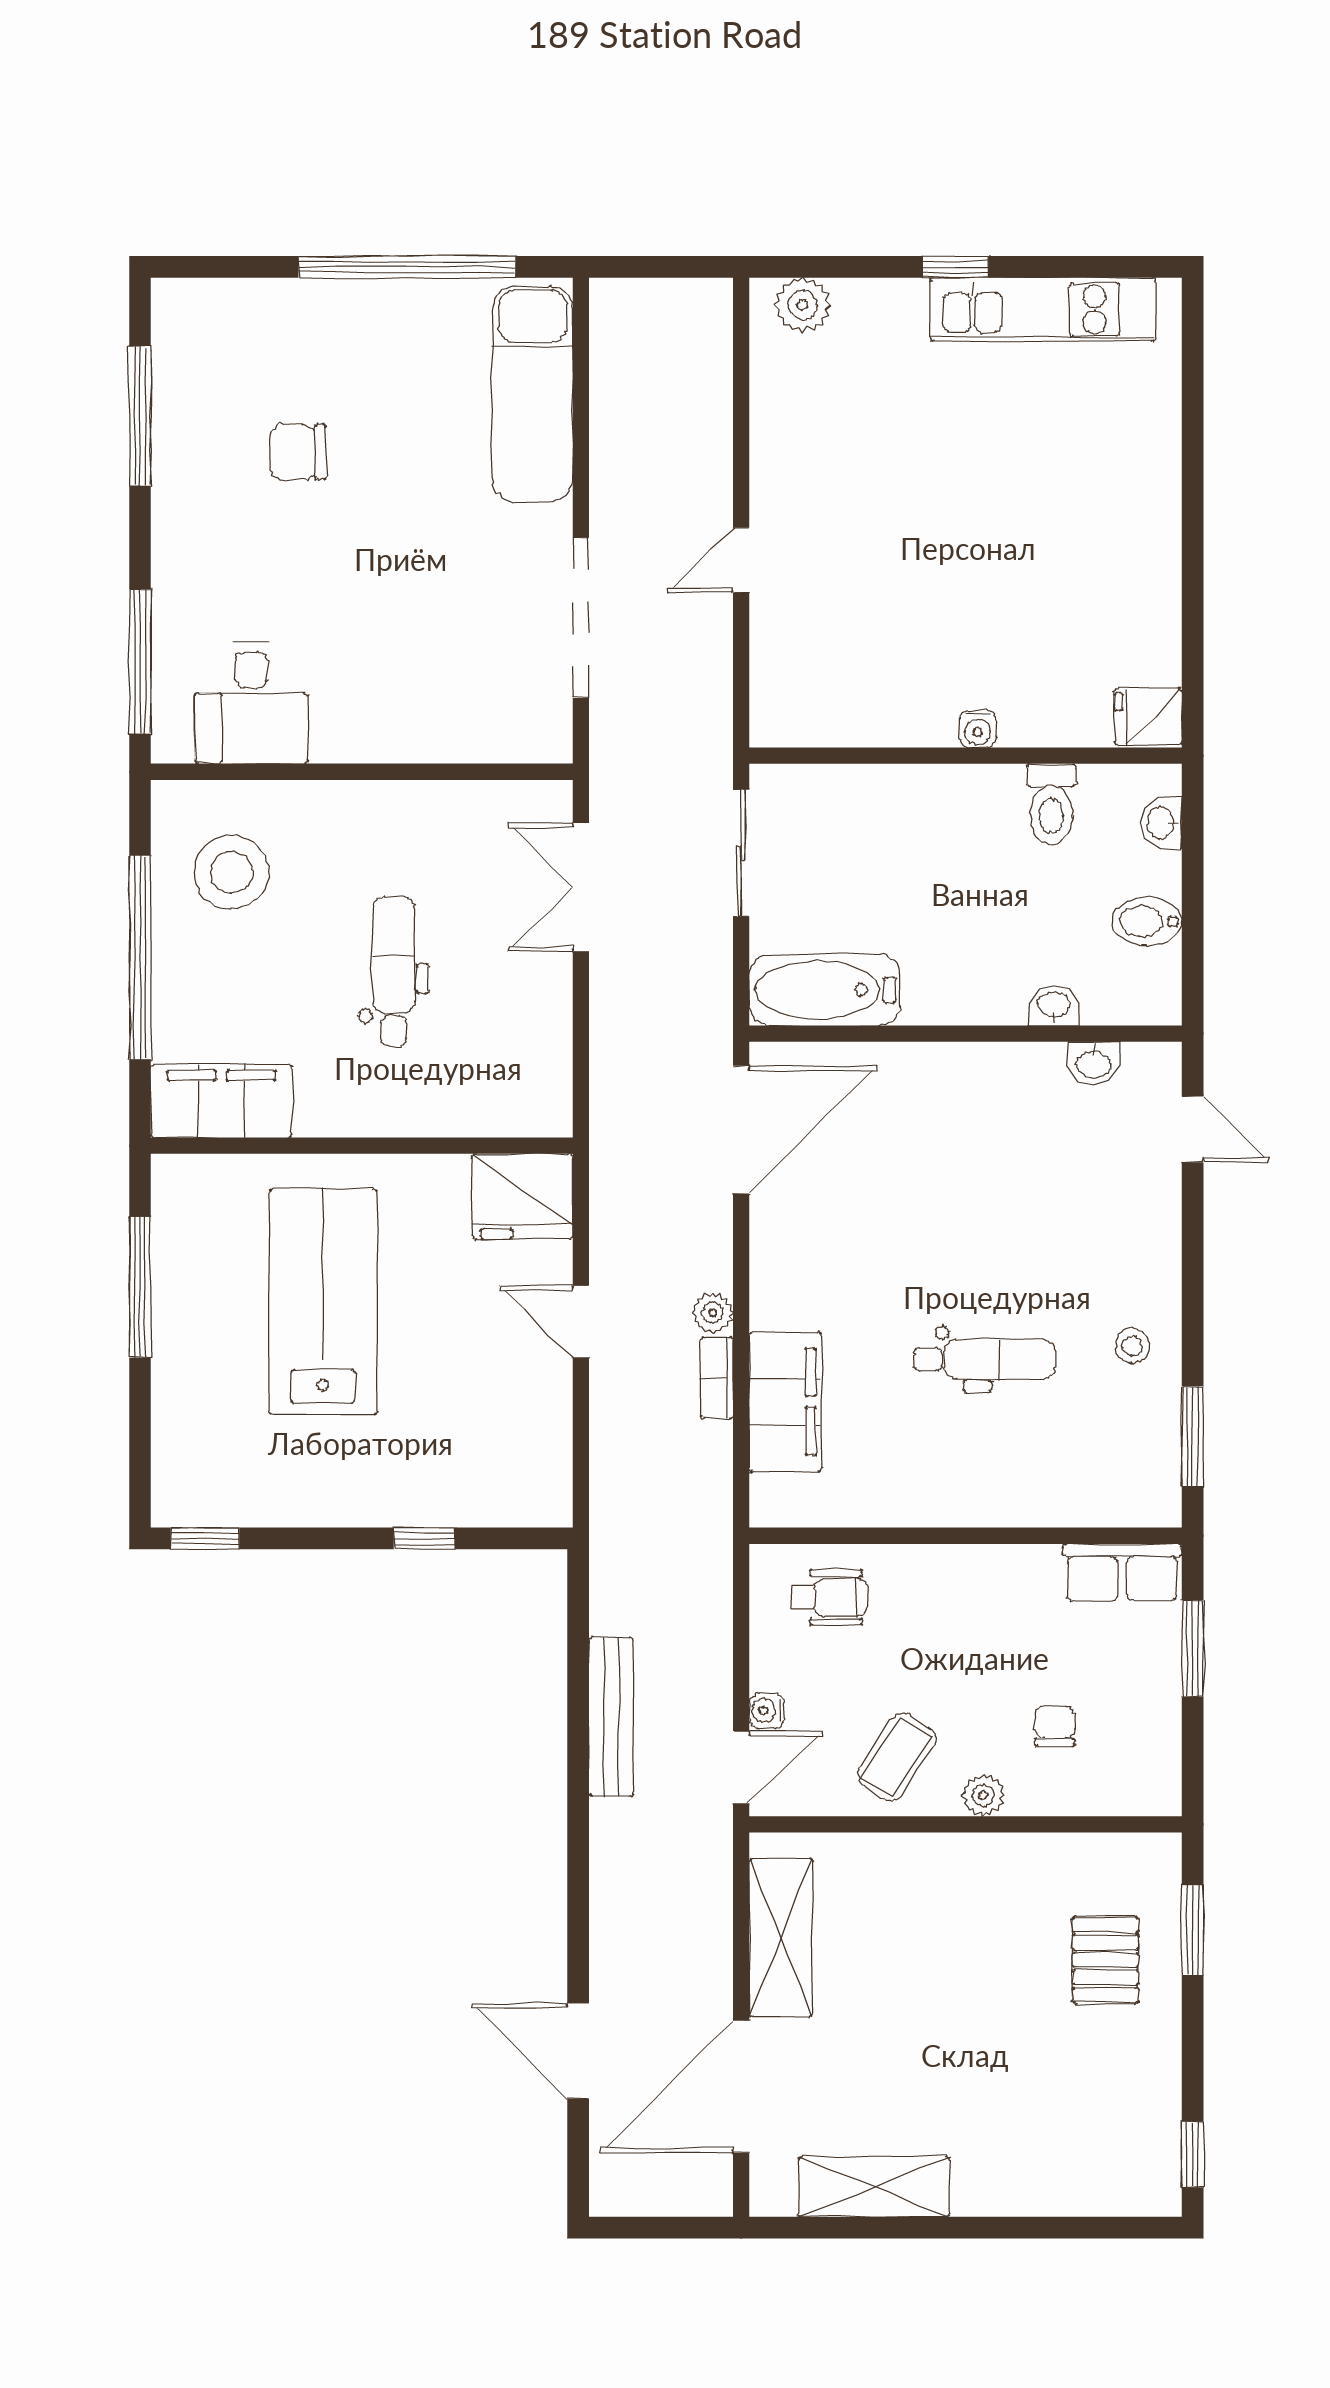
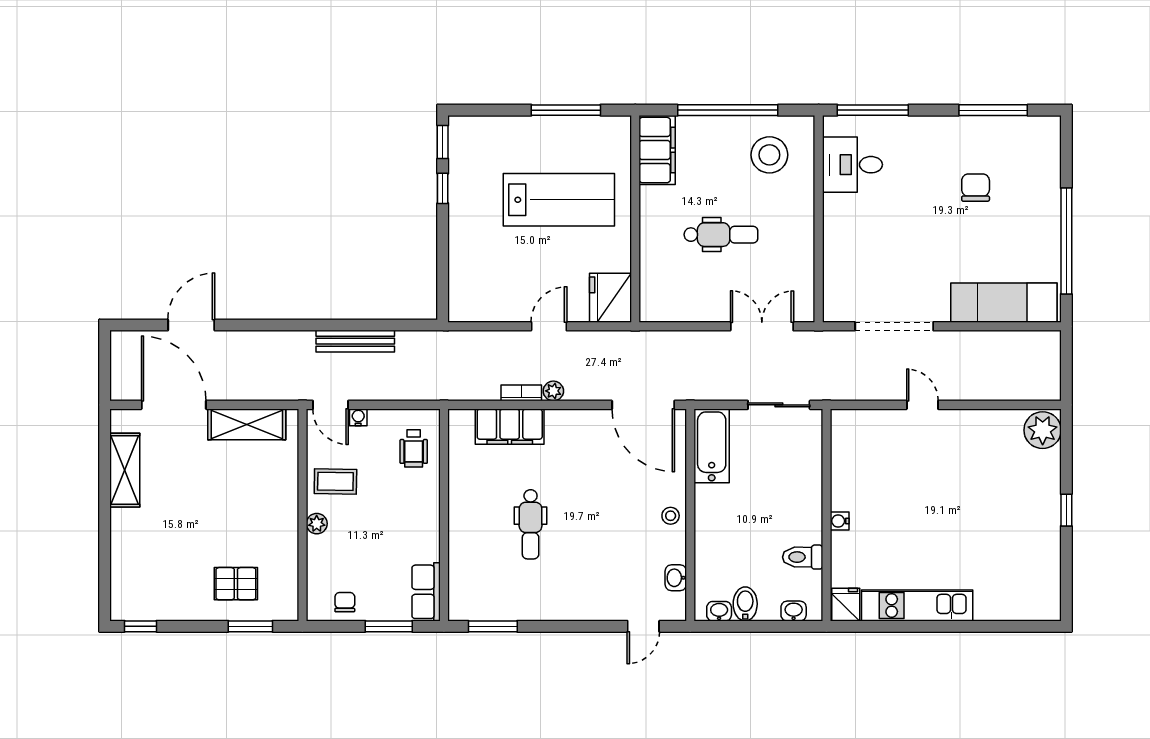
plant: (803, 305) -> (1043, 430), width x1.36, depth x1.36
kitchen unit: (1043, 309) -> (917, 605), moved, turned 90
washbasin: (1054, 1005) -> (719, 611), moved, turned -90
stool: (1132, 1346) -> (671, 516), moved
window: (424, 1538) -> (443, 188), moved
chair: (1055, 1726) -> (345, 602), moved, turned -90
coffee table: (897, 1757) -> (335, 481), turned -32

